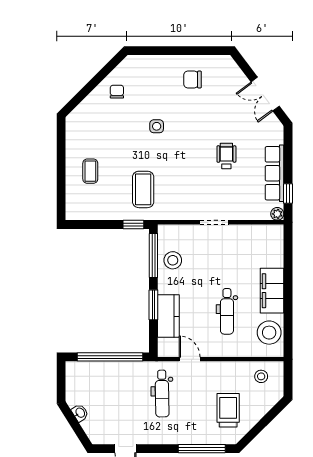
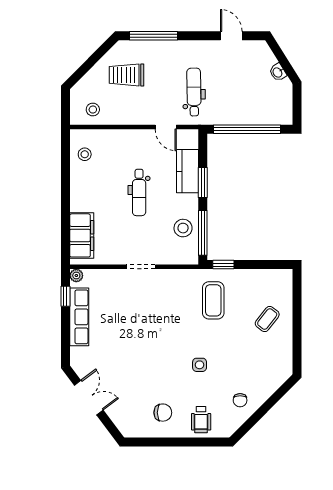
wheelchair: (226, 156) -> (201, 420), moved
coffee table: (90, 171) -> (267, 319), turned 38
filing cabinet: (272, 291) -> (82, 235), moved
dental chair: (227, 311) -> (139, 192), moved, turned 180
stool: (269, 333) -> (85, 154), width x0.53, depth x0.53
trolley: (228, 410) -> (127, 75), turned 90

